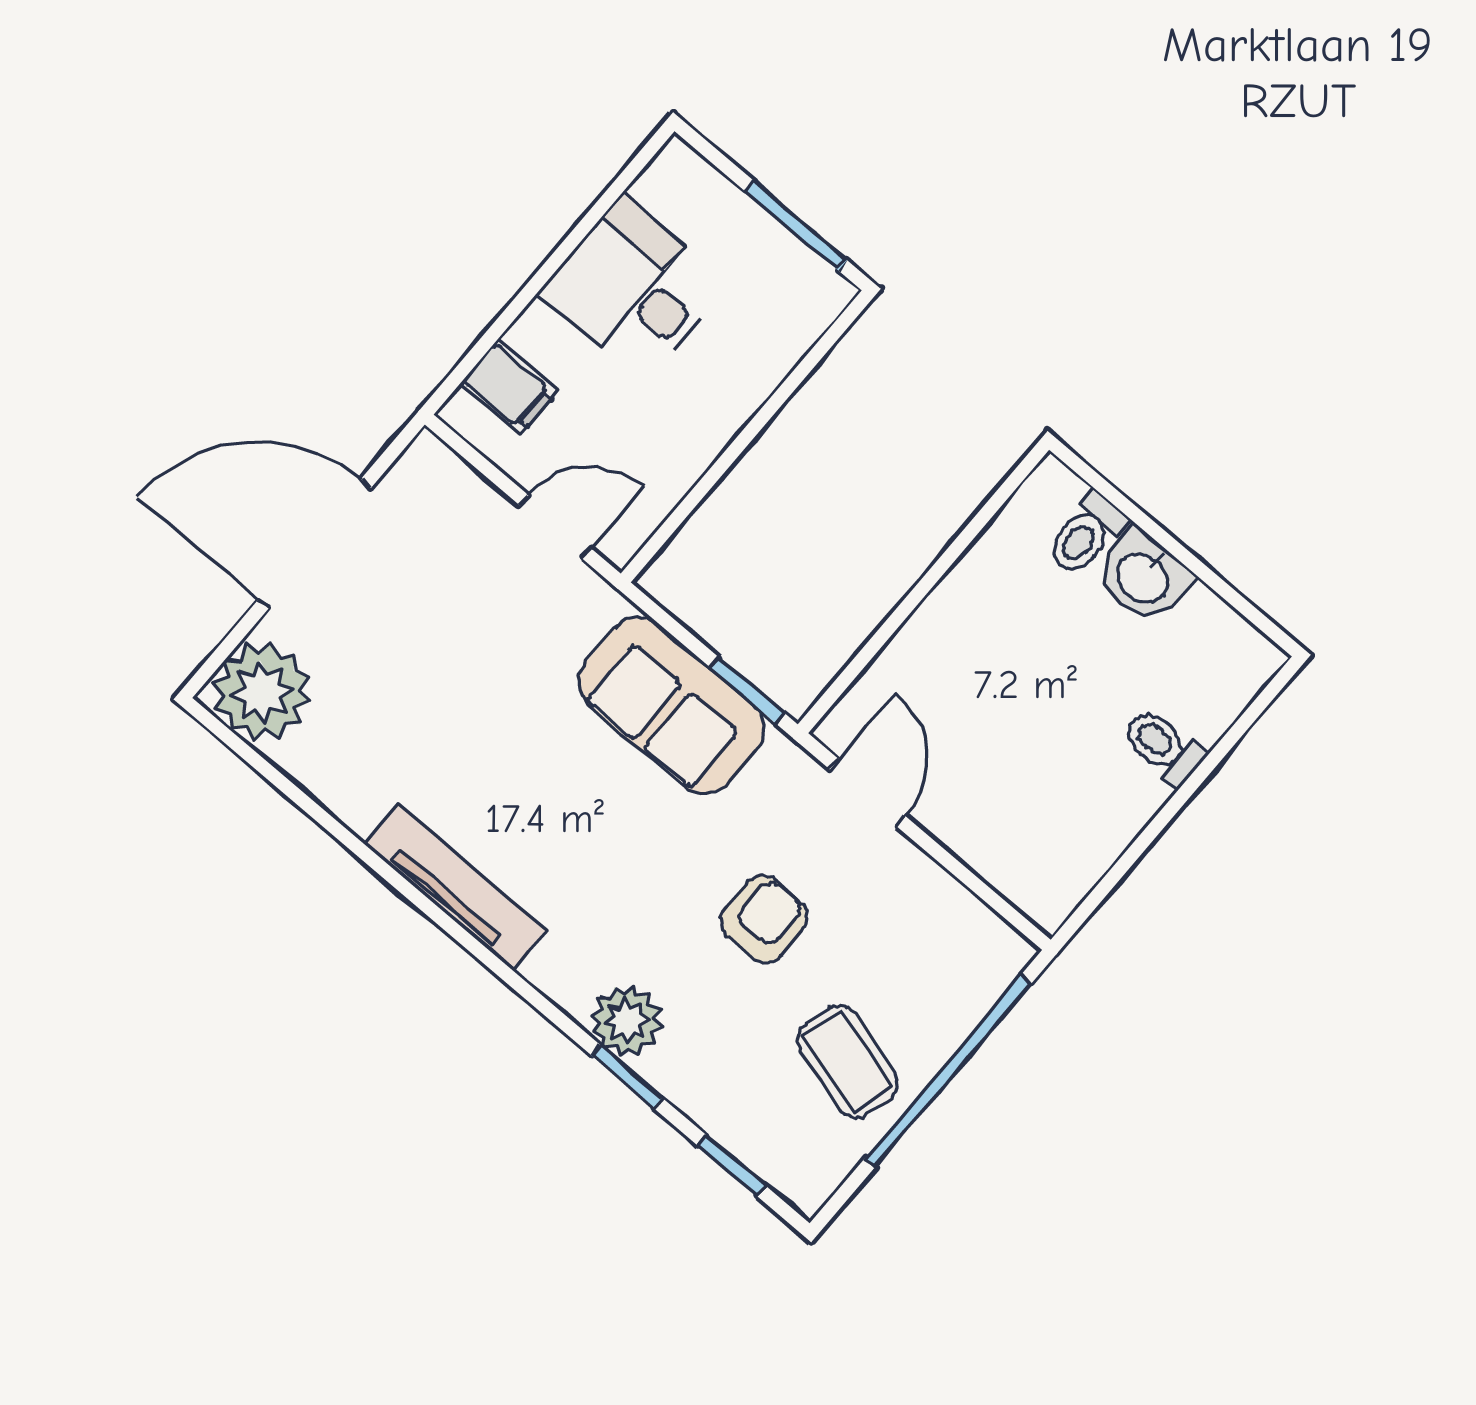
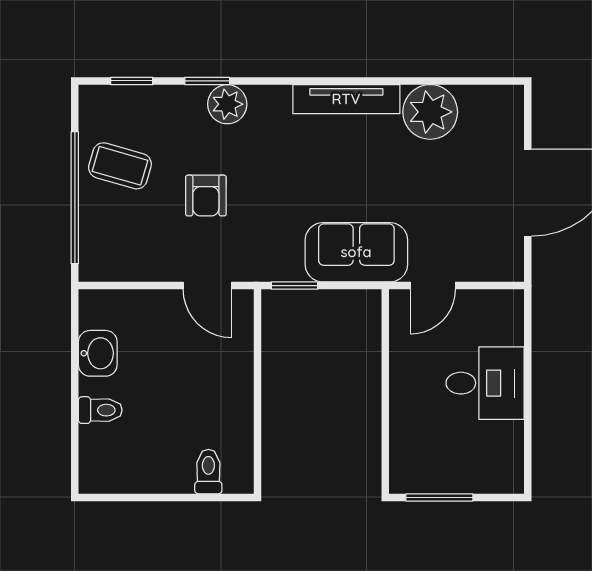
desk: (634, 289) -> (485, 383), moved
filing cabinet: (509, 387) -> (502, 327), removed
washbasin: (1144, 577) -> (98, 353), moved, turned 90
plant: (262, 692) -> (430, 112), moved
sofa: (671, 705) -> (356, 252), moved

